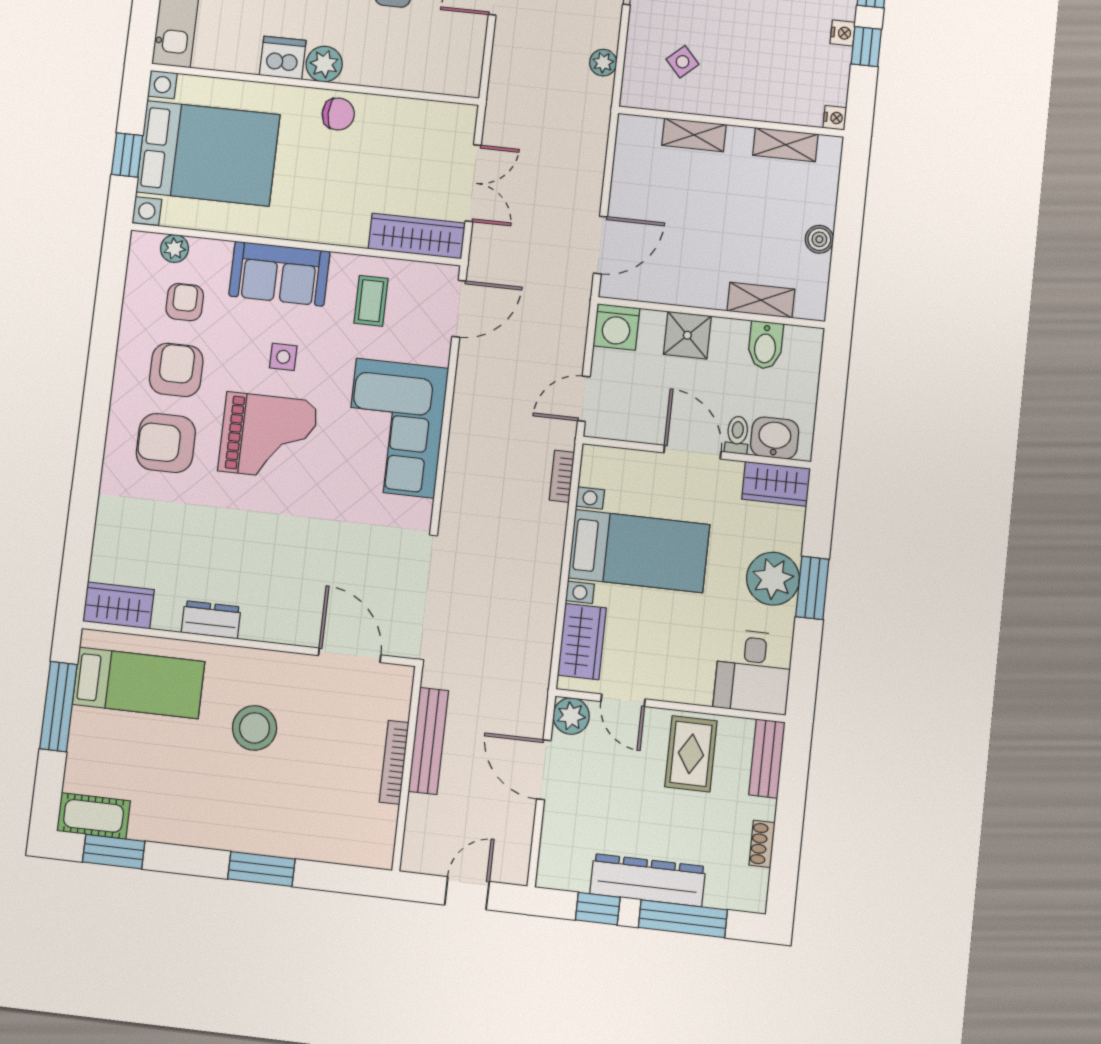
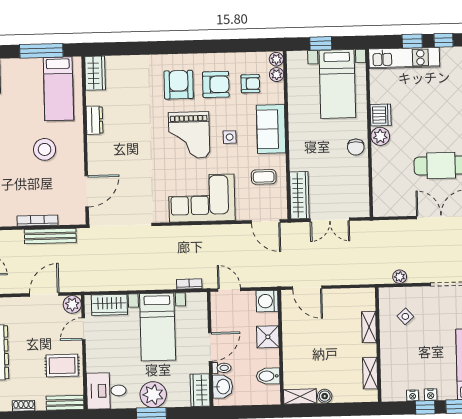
nightstand: (835, 118) -> (413, 395), moved
bed with nightstands: (208, 153) -> (337, 84), width x0.73
plant: (145, 245) -> (276, 59), added
shelving: (761, 300) -> (300, 396), moved, turned 90

